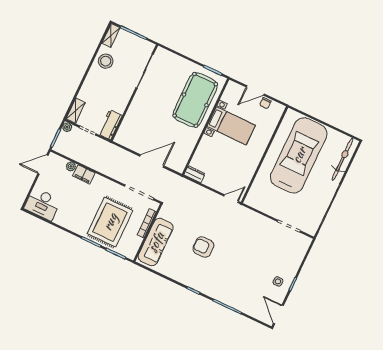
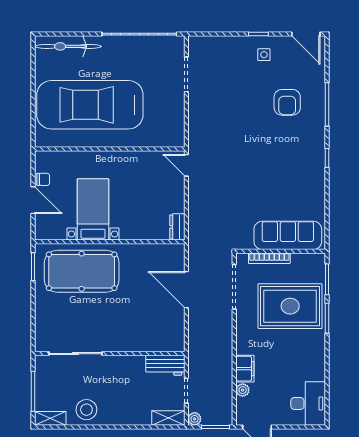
armchair: (203, 247) -> (287, 102), moved
door: (278, 314) -> (306, 34), hinge flipped

